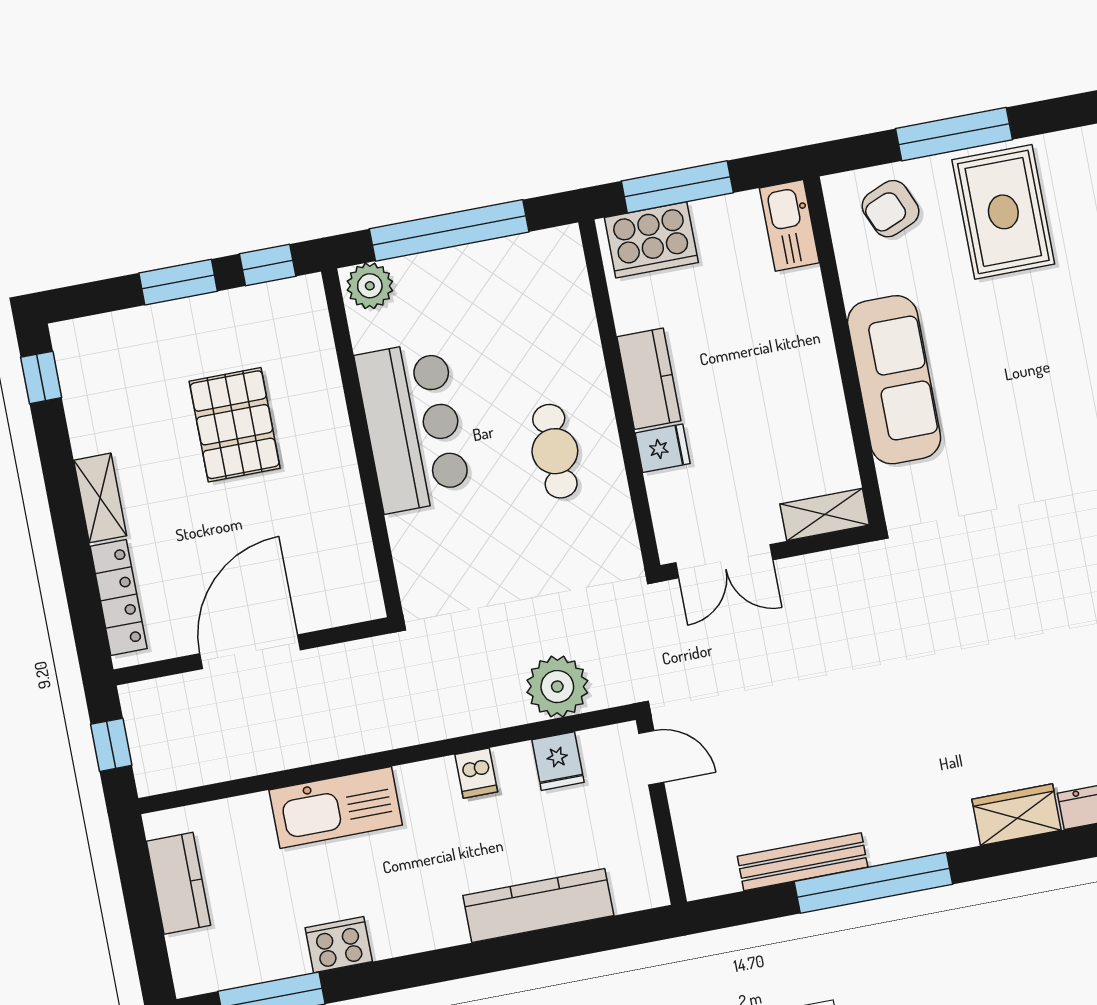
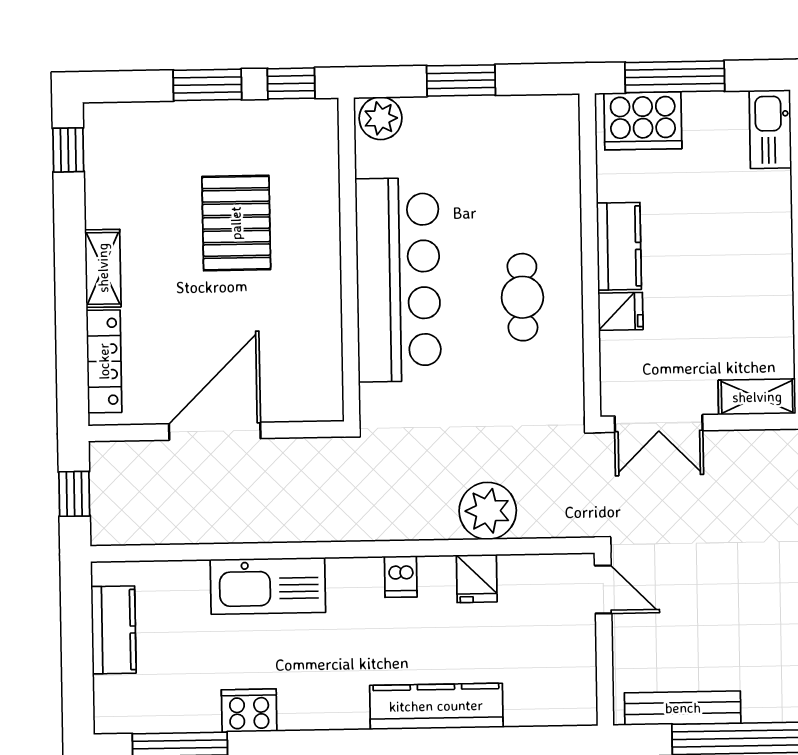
window: (449, 230) -> (461, 80), width x0.47
bar counter: (413, 427) -> (398, 280), width x1.36
door: (651, 758) -> (603, 589), moved
wall: (661, 811) -> (604, 639), moved

